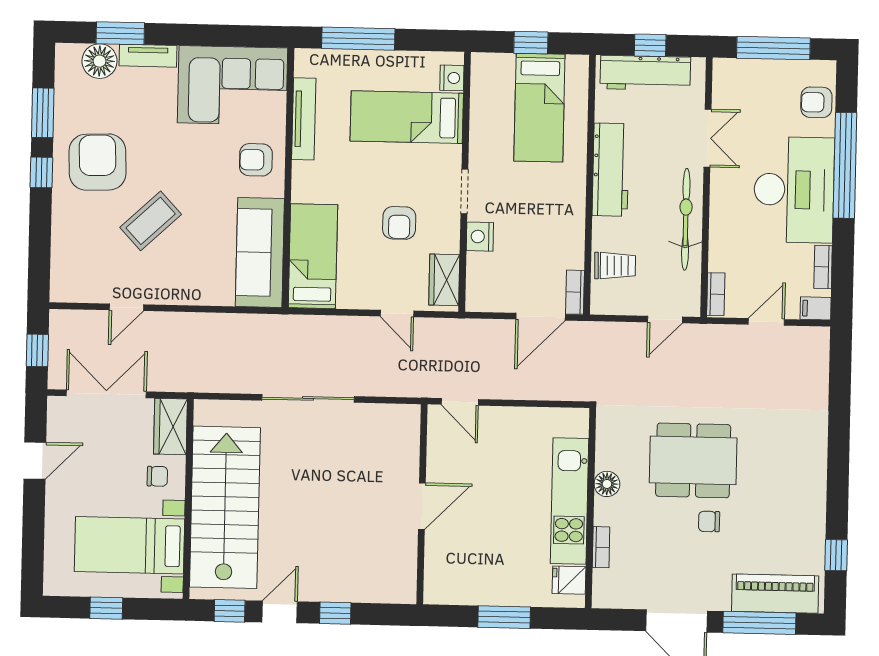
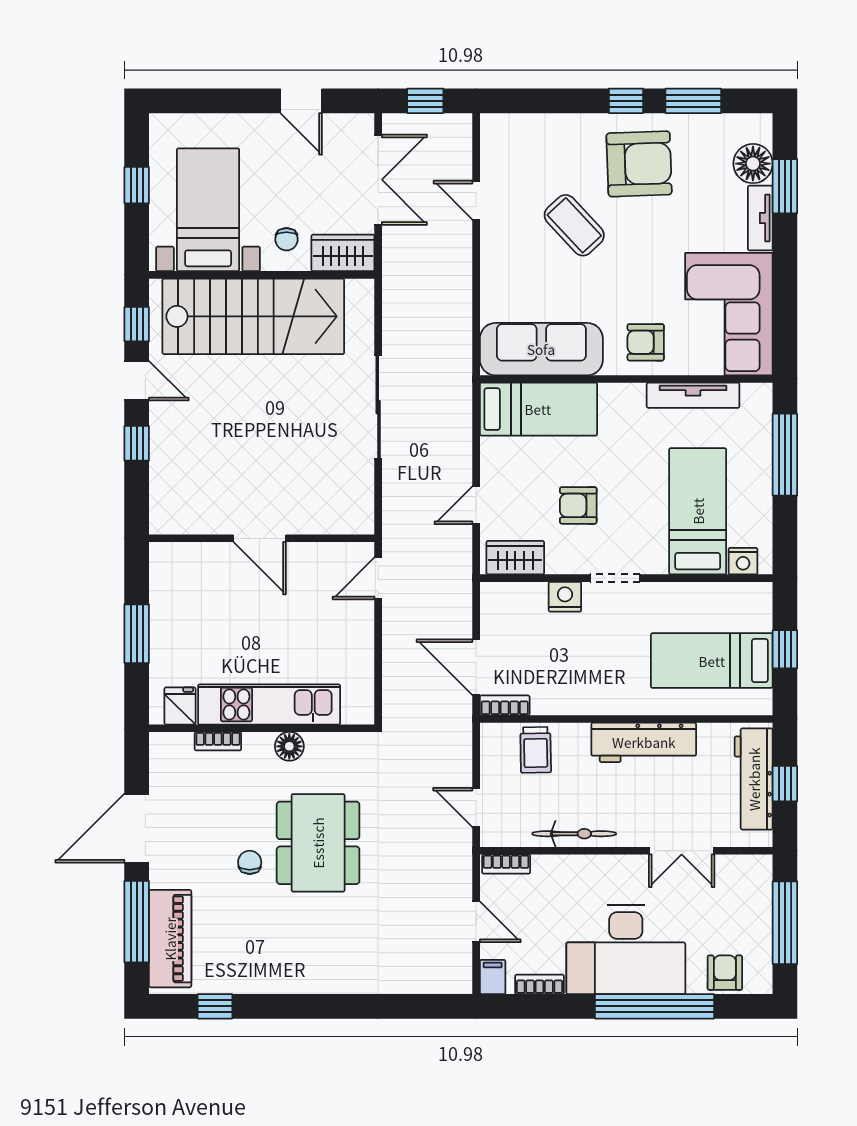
armchair: (256, 160) -> (646, 342), turned -90
bicycle: (686, 219) -> (574, 834), width x0.73, depth x0.71

